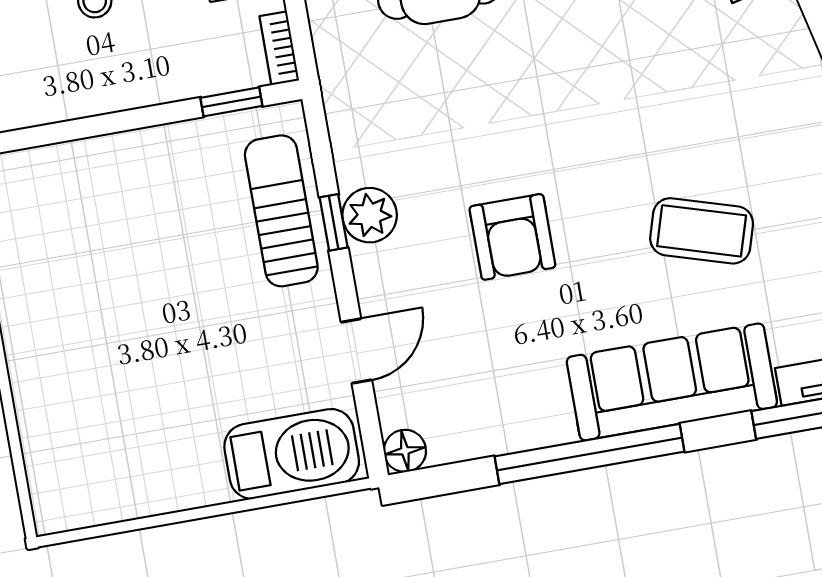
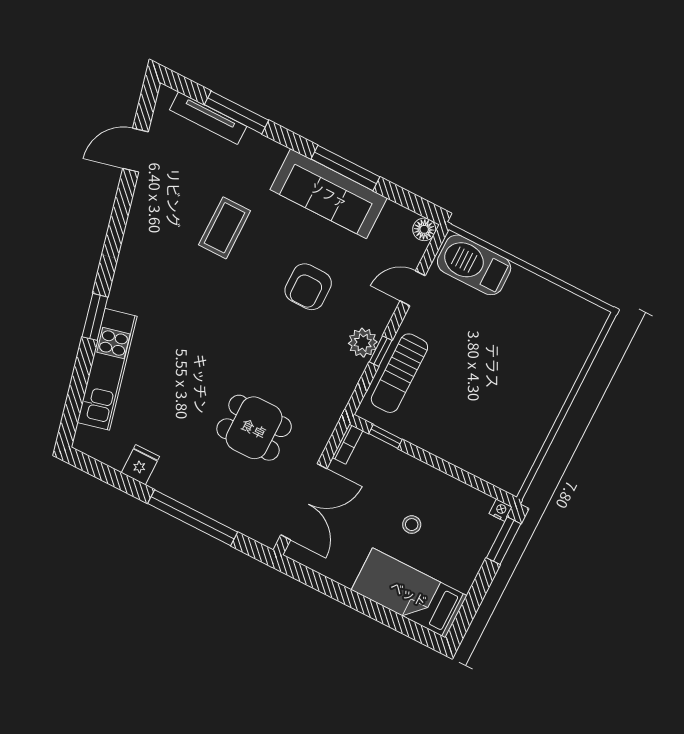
coffee table: (702, 231) -> (225, 228), turned 73
armchair: (512, 237) -> (308, 287), turned 180
sofa: (672, 382) -> (329, 194), moved
window: (590, 454) -> (345, 168), width x0.68

